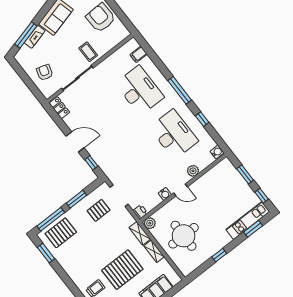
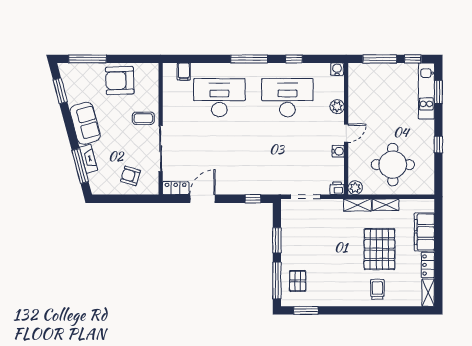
door: (75, 142) -> (203, 199), moved
window: (245, 174) -> (380, 59), width x1.44
pallet: (99, 210) -> (304, 228), removed
pallet: (61, 233) -> (298, 281), width x0.67, depth x0.71

